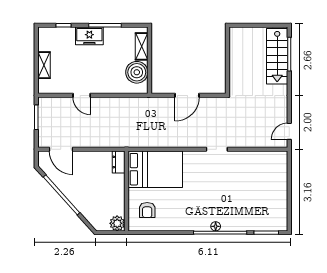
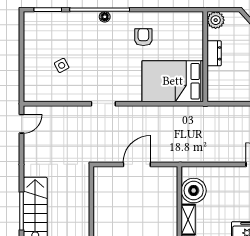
dresser: (119, 162) -> (214, 53), moved
side table: (254, 183) -> (62, 65), added
armchair: (147, 210) -> (143, 37), moved

